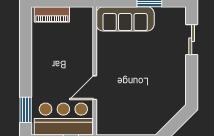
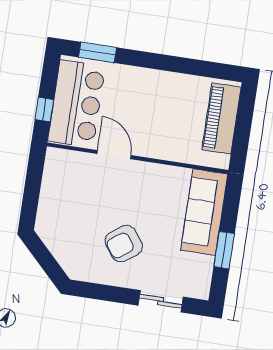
piano: (52, 14) -> (221, 119), width x1.37, depth x1.33
armchair: (156, 71) -> (124, 244), added

